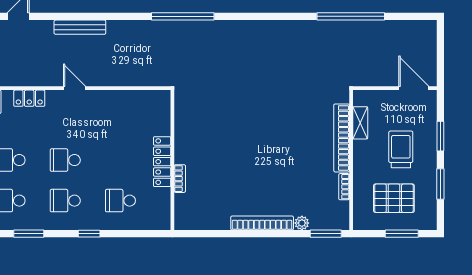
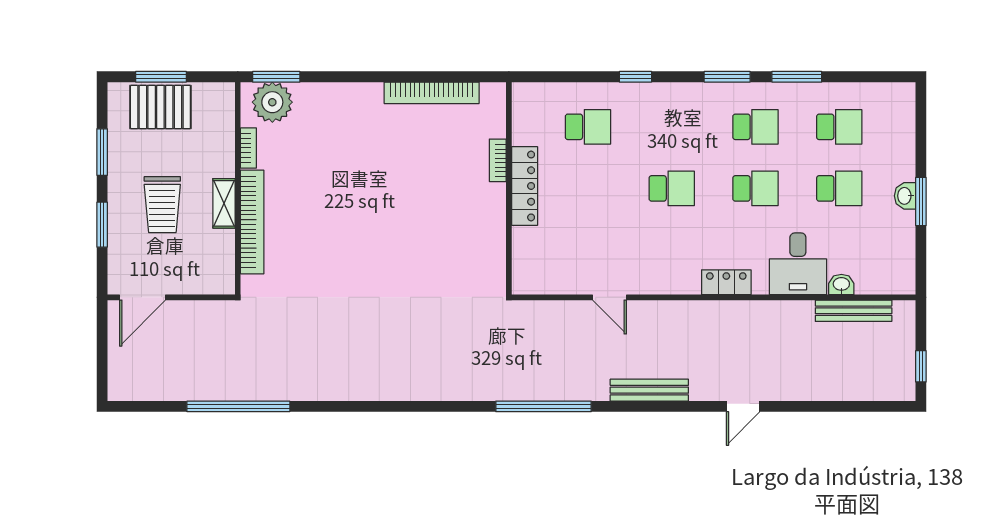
window: (183, 16) -> (543, 406), moved
door: (74, 88) -> (609, 297), moved
door: (414, 88) -> (143, 297), hinge flipped
shelving: (360, 123) -> (224, 203), moved
pallet: (394, 198) -> (160, 107), moved
school desk: (65, 201) -> (672, 127), removed
bookcase: (262, 223) -> (432, 93), moved
plant: (302, 223) -> (272, 102), moved, width x1.87, depth x1.87

